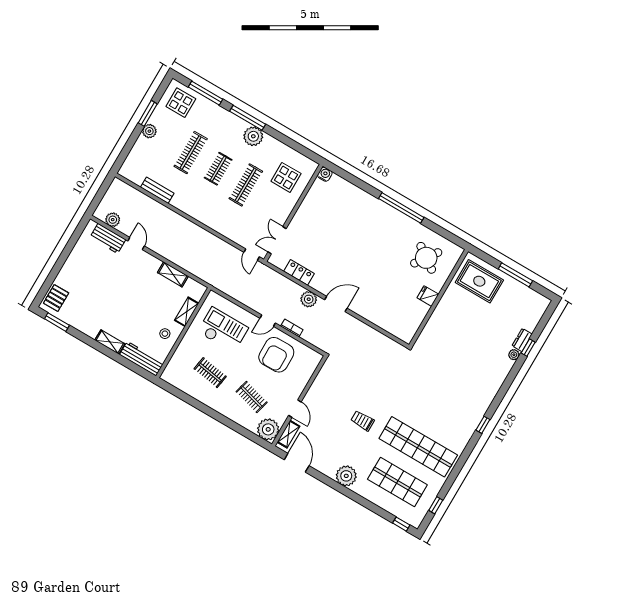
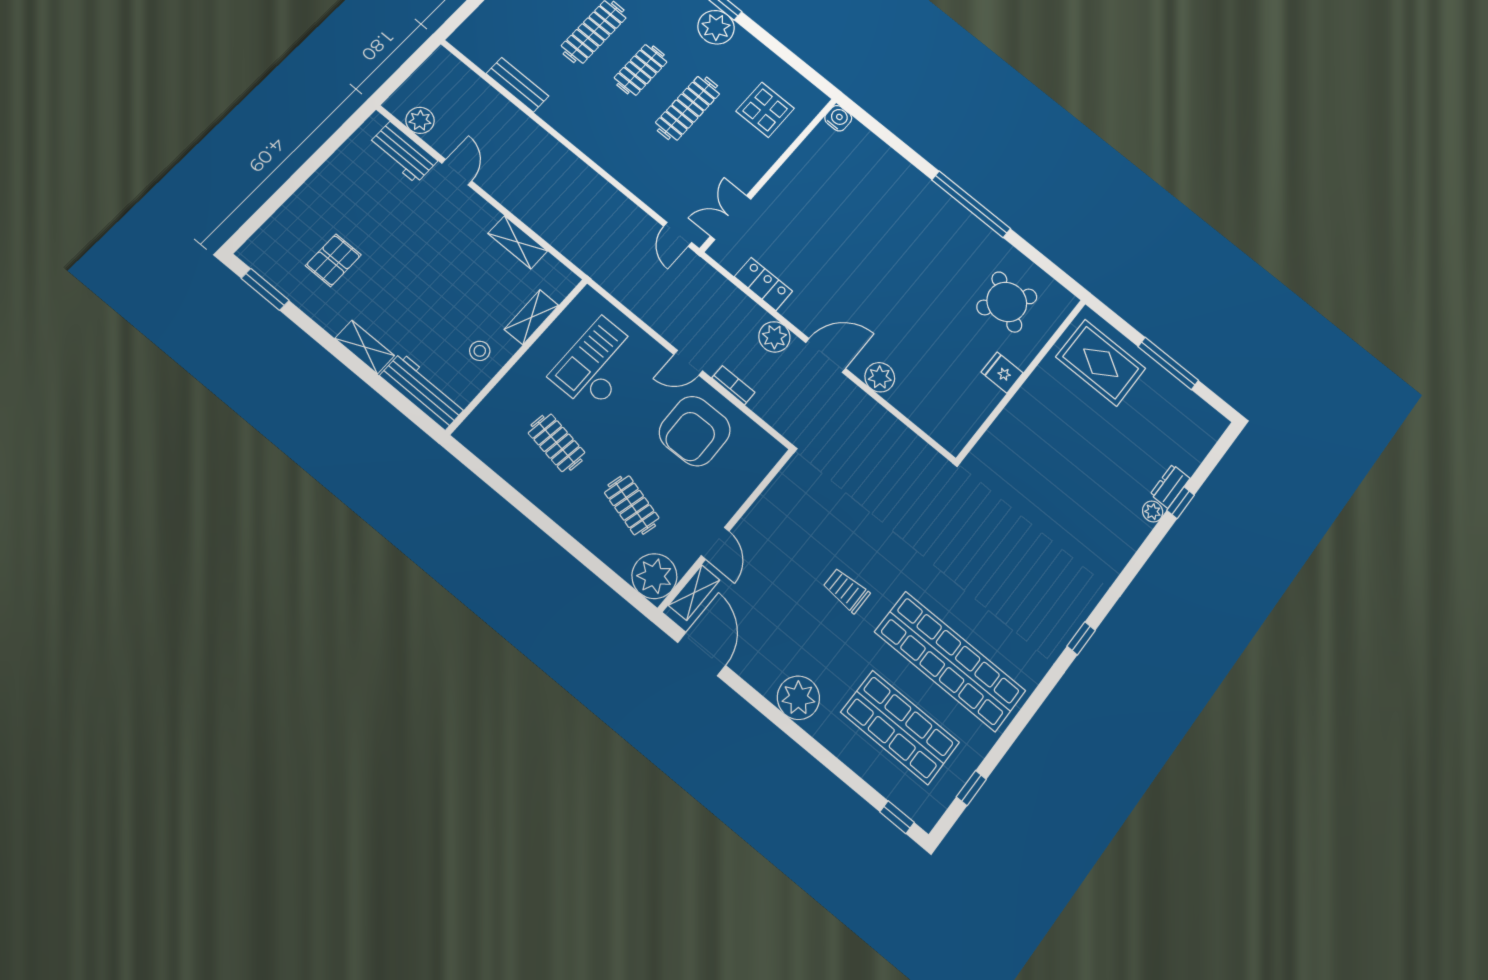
pallet: (56, 298) -> (333, 260), moved
plant: (365, 310) -> (880, 377), added
checkout: (223, 330) -> (597, 364), turned -90

